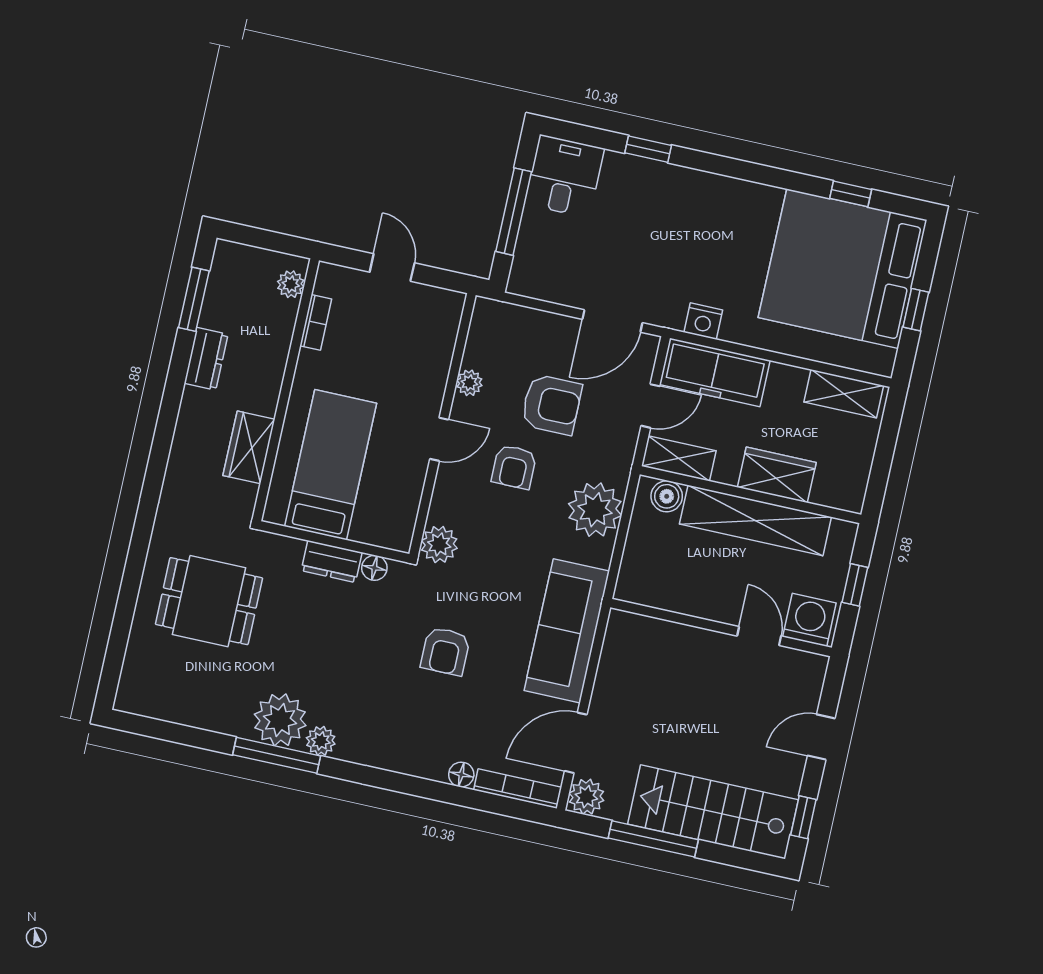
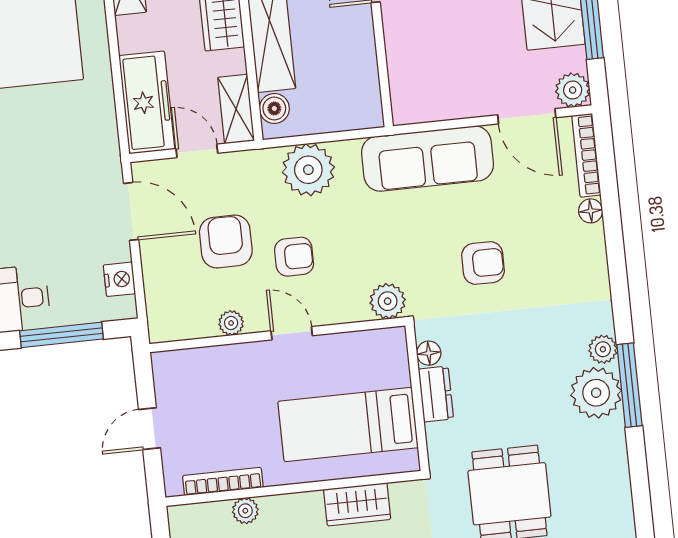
plant: (291, 284) -> (245, 511), moved
nightstand: (703, 321) -> (119, 279), moved
bookcase: (316, 322) -> (223, 482), width x1.56

